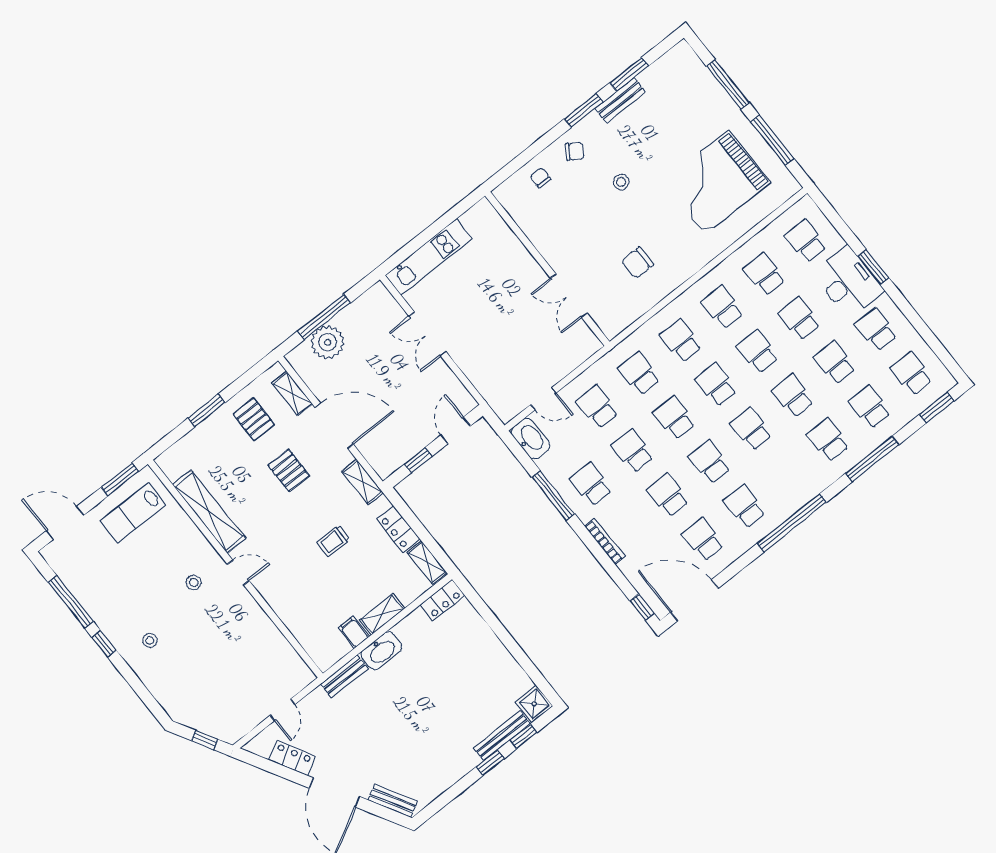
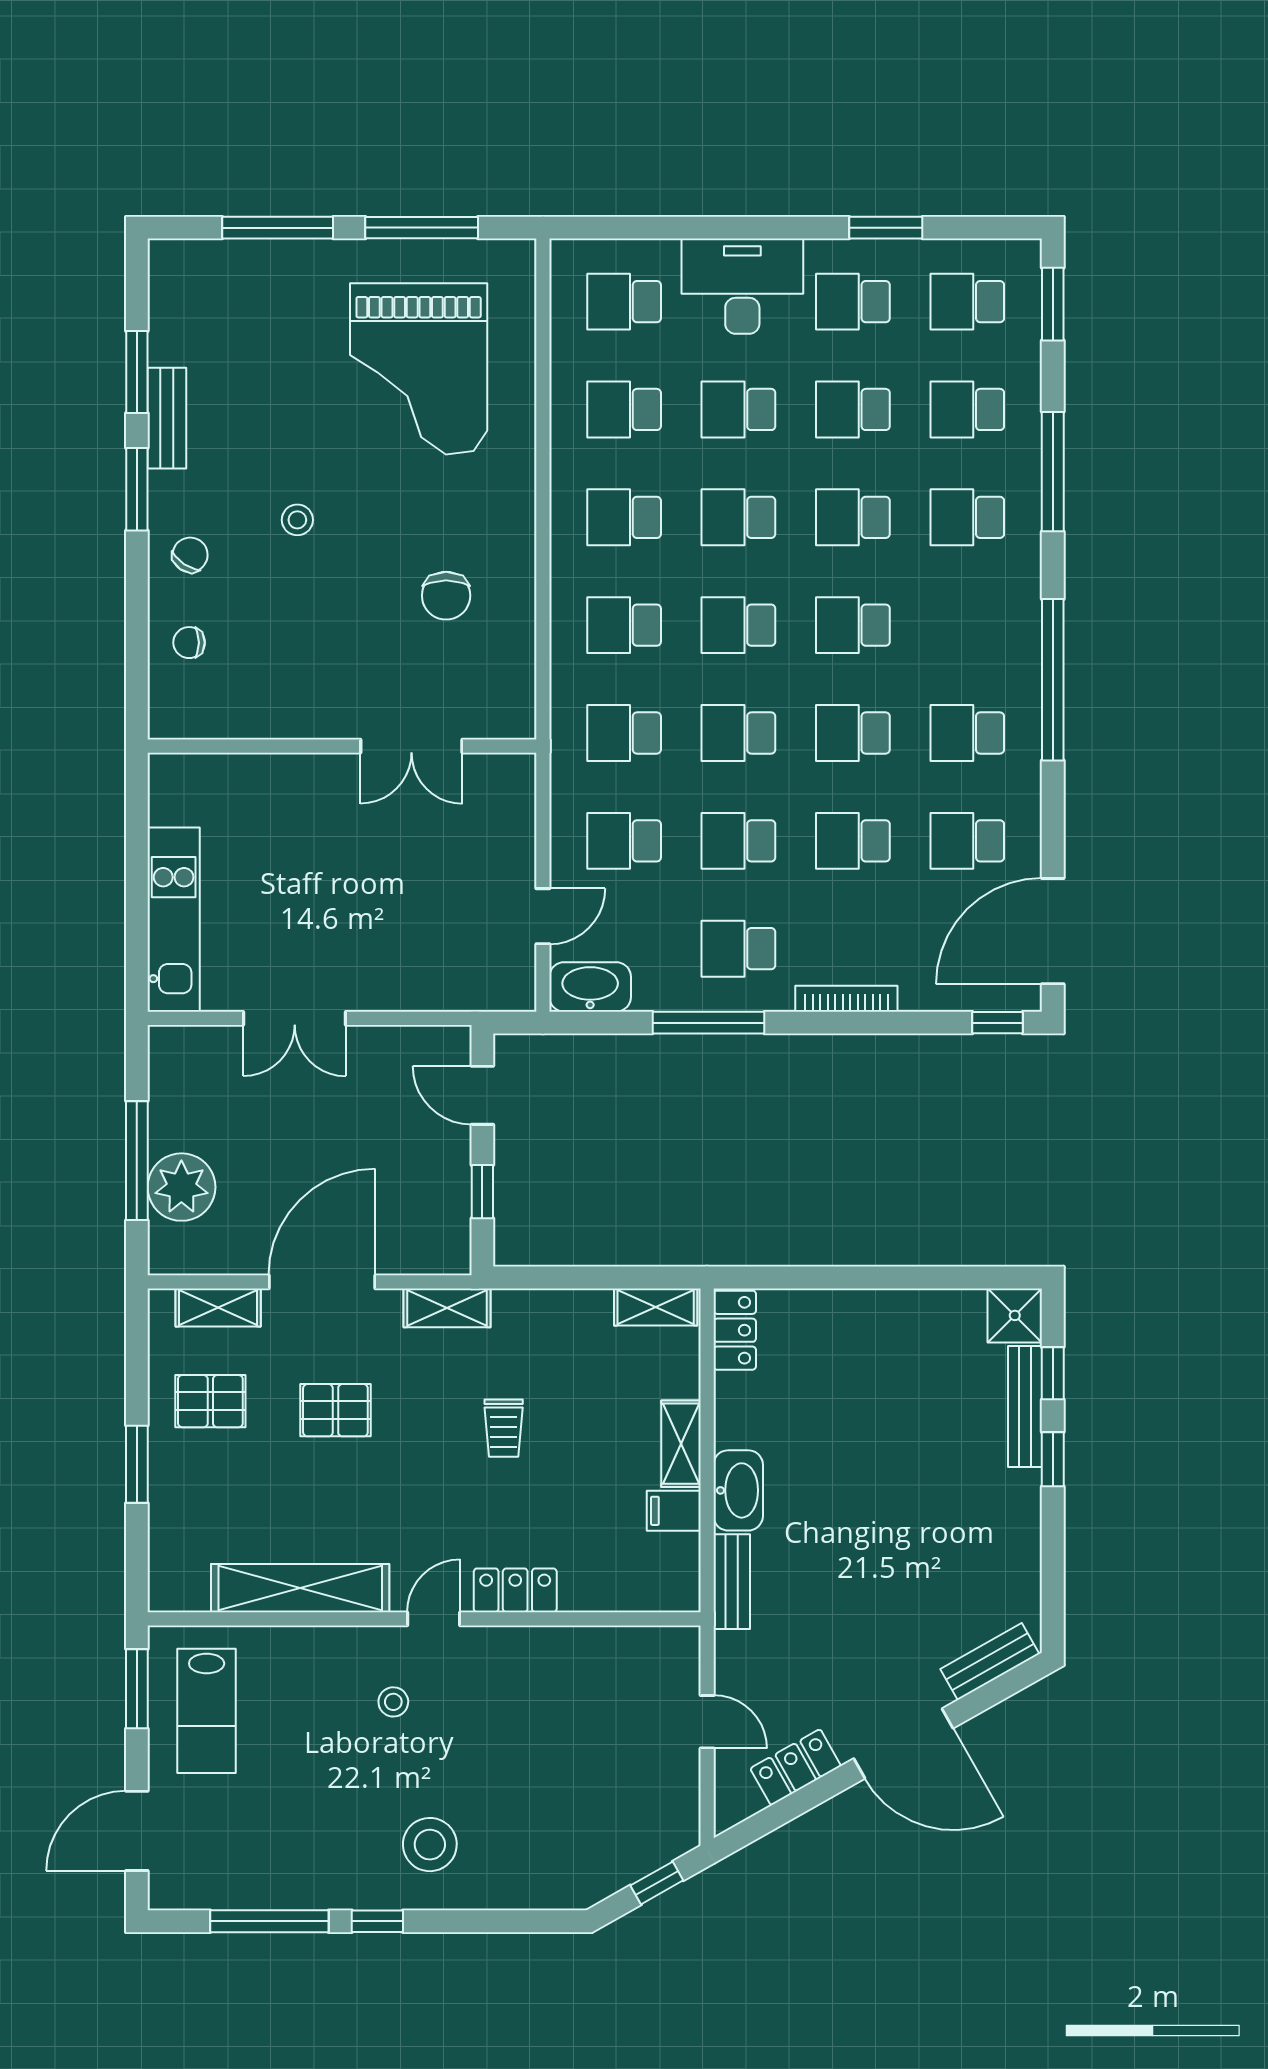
window: (873, 267) -> (886, 228), moved
locker: (398, 529) -> (515, 1590), moved, turned 180
stool: (150, 640) -> (430, 1845), width x1.89, depth x1.89

